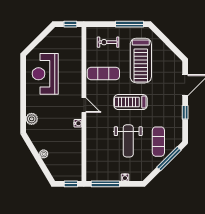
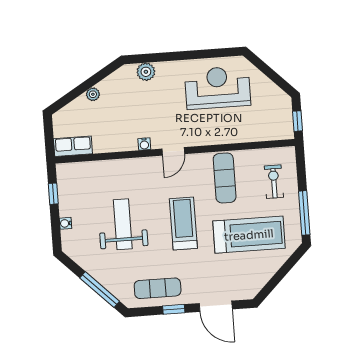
treadmill: (141, 61) -> (249, 235), turned 180
weight bench: (128, 141) -> (123, 224), turned 90
exercise mat: (158, 142) -> (158, 288), moved
row of seats: (76, 169) -> (73, 146), added
window: (71, 184) -> (49, 140), removed
window: (105, 184) -> (53, 194), width x0.46

